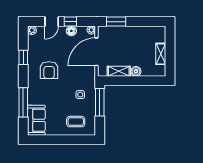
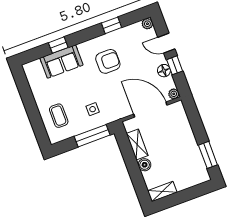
window: (116, 22) -> (208, 155), moved
shelving: (161, 54) -> (162, 191), moved
armchair: (49, 70) -> (108, 61), turned 180
window: (23, 102) -> (58, 45), width x0.46
sofa: (36, 120) -> (61, 62), moved

